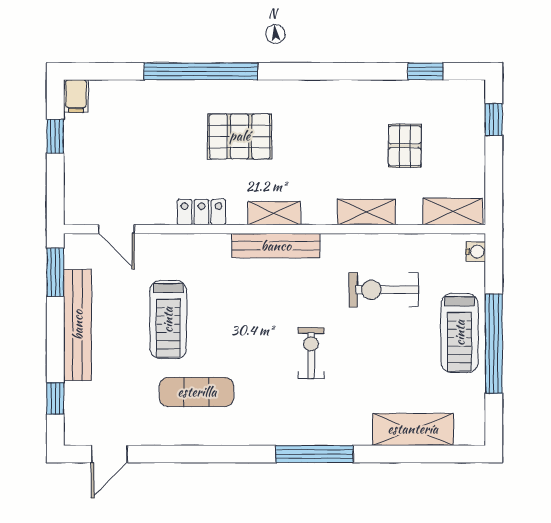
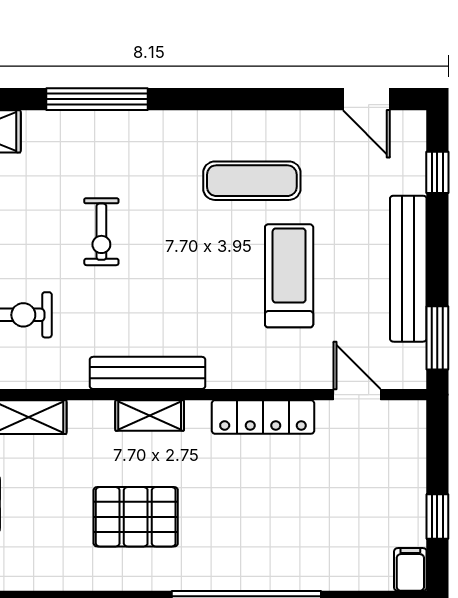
pallet: (240, 136) -> (136, 517), moved
locker: (201, 212) -> (263, 417), width x1.53
door: (109, 454) -> (366, 99), swing flipped

